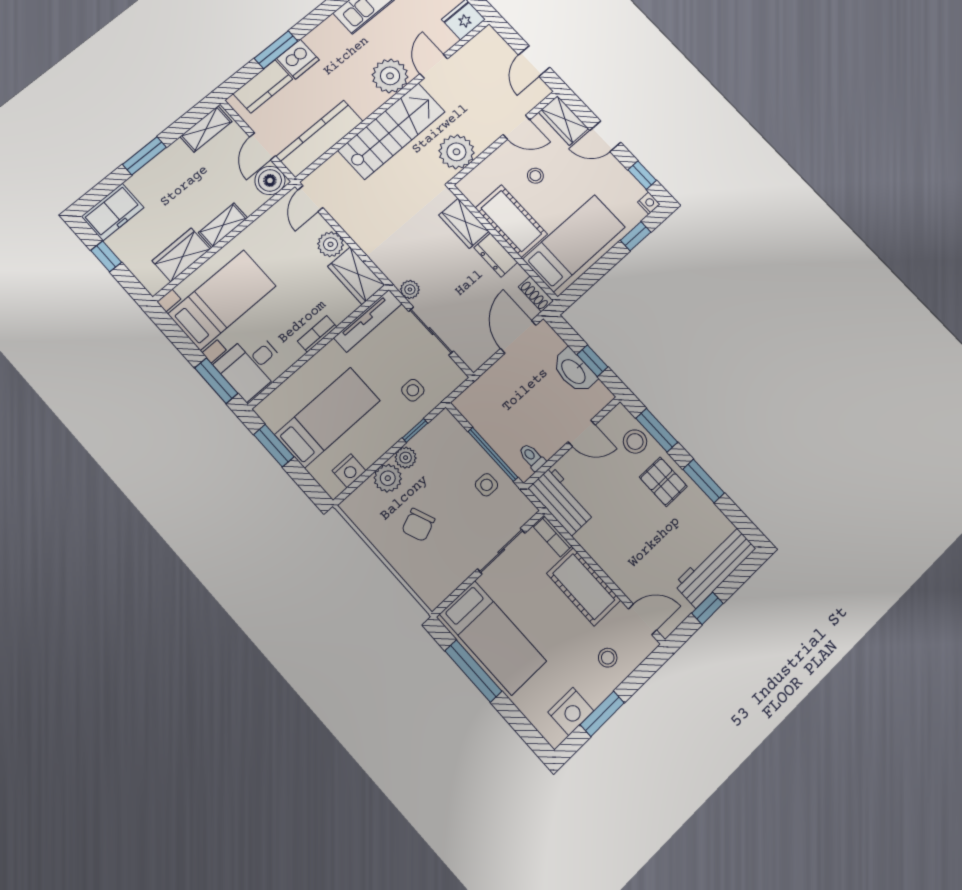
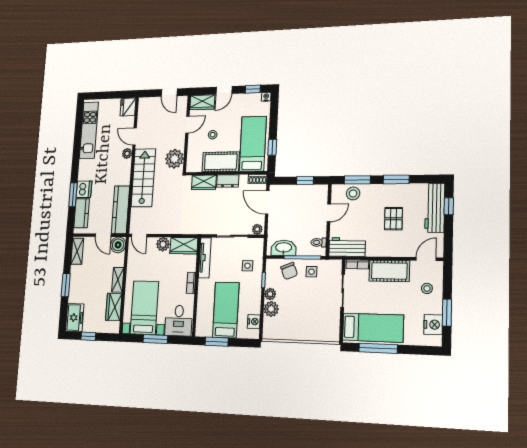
plant: (390, 76) -> (127, 153), width x0.53, depth x0.53
window: (636, 236) -> (272, 147), moved
plant: (410, 289) -> (257, 229), moved
washbasin: (574, 371) -> (284, 248), moved, turned 180
window: (216, 381) -> (155, 339), moved
pallet: (663, 482) -> (393, 219), moved, turned 90
chair: (418, 525) -> (289, 271), moved
window: (707, 608) -> (449, 206), moved

